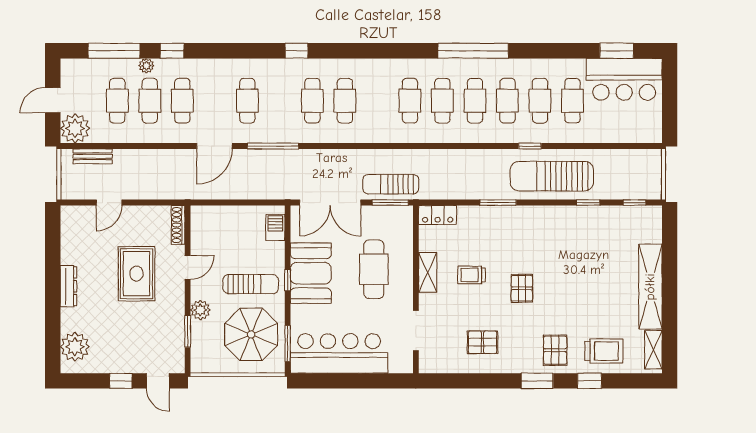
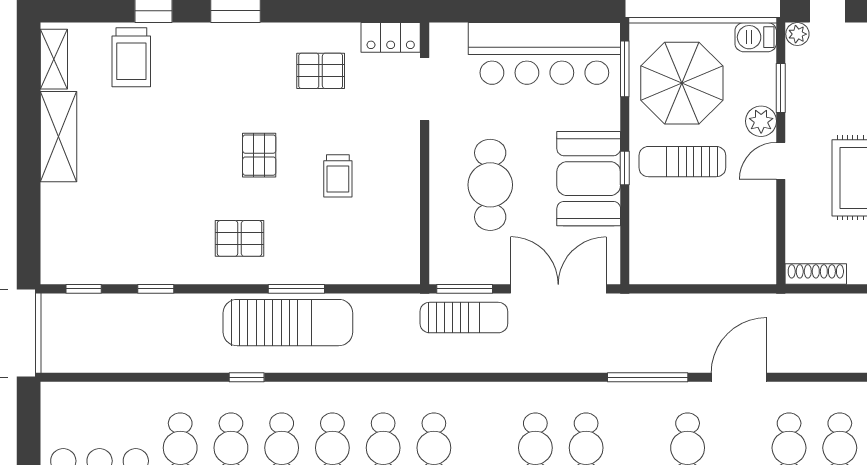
sun lounger: (552, 176) -> (288, 323), moved
locker: (438, 215) -> (391, 37), moved, turned 180
shoe rack: (178, 225) -> (816, 274), moved, turned -90
barbecue: (275, 227) -> (756, 37), moved, turned 90
door: (188, 267) -> (781, 161), moved
shelving: (428, 272) -> (406, 180), removed
trolley: (471, 275) -> (338, 176), turned 90
shelving: (650, 287) -> (59, 137), width x0.68
pallet: (555, 350) -> (240, 238), moved, turned 90
trolley: (604, 351) -> (131, 57), turned -90
plant: (177, 366) -> (797, 34), added

